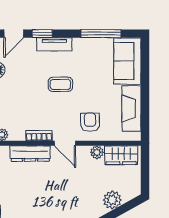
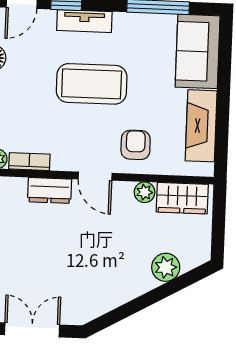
coffee table: (60, 84) -> (92, 84), width x1.86, depth x1.72
bookcase: (39, 136) -> (29, 162), moved
dresser: (30, 154) -> (50, 190), width x0.70

